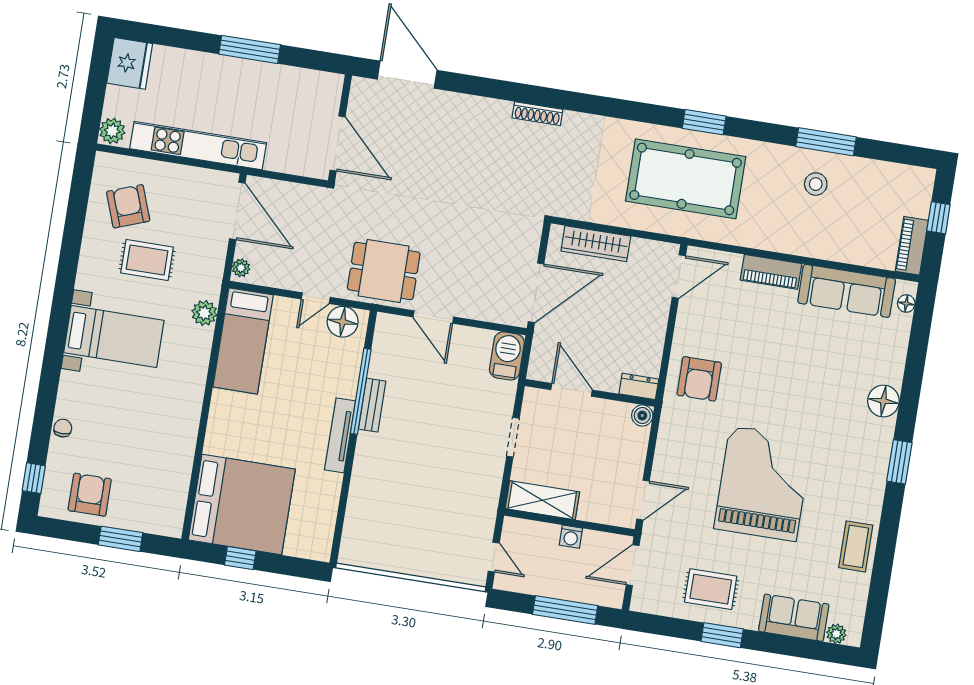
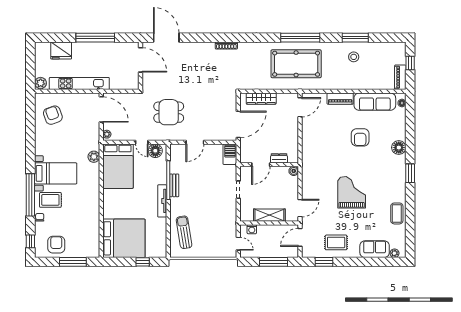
window: (250, 49) -> (95, 38), width x1.46
fridge: (130, 63) -> (61, 51), moved, turned 90
window: (704, 122) -> (300, 38), width x2.11
door: (338, 143) -> (141, 60), moved
rug: (147, 260) -> (50, 200), moved
dining table: (384, 271) -> (169, 112), moved
door: (316, 298) -> (142, 142), hinge flipped
door: (433, 317) -> (195, 142), hinge flipped
bed: (243, 341) -> (118, 166), width x1.50
window: (50, 375) -> (30, 195), added
armchair: (699, 379) -> (360, 137), moved
dresser: (639, 386) -> (279, 158), moved
door: (572, 390) -> (261, 165), swing flipped
grand piano: (763, 483) -> (352, 192), width x0.73, depth x0.68
shelving: (542, 500) -> (269, 215), moved
sun lounger: (377, 513) -> (184, 232), added
washing machine: (571, 537) -> (252, 229), moved
window: (120, 539) -> (73, 262), width x1.44
window: (240, 558) -> (143, 262), moved
window: (722, 635) -> (324, 262), moved

